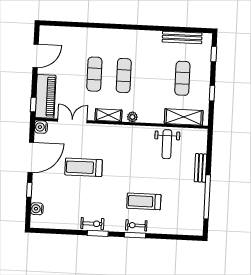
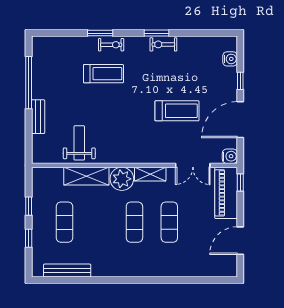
window: (214, 54) -> (29, 238), moved
plant: (132, 117) -> (122, 179), width x1.87, depth x1.87
shelving: (184, 117) -> (86, 176), moved
window: (135, 235) -> (100, 33), moved

